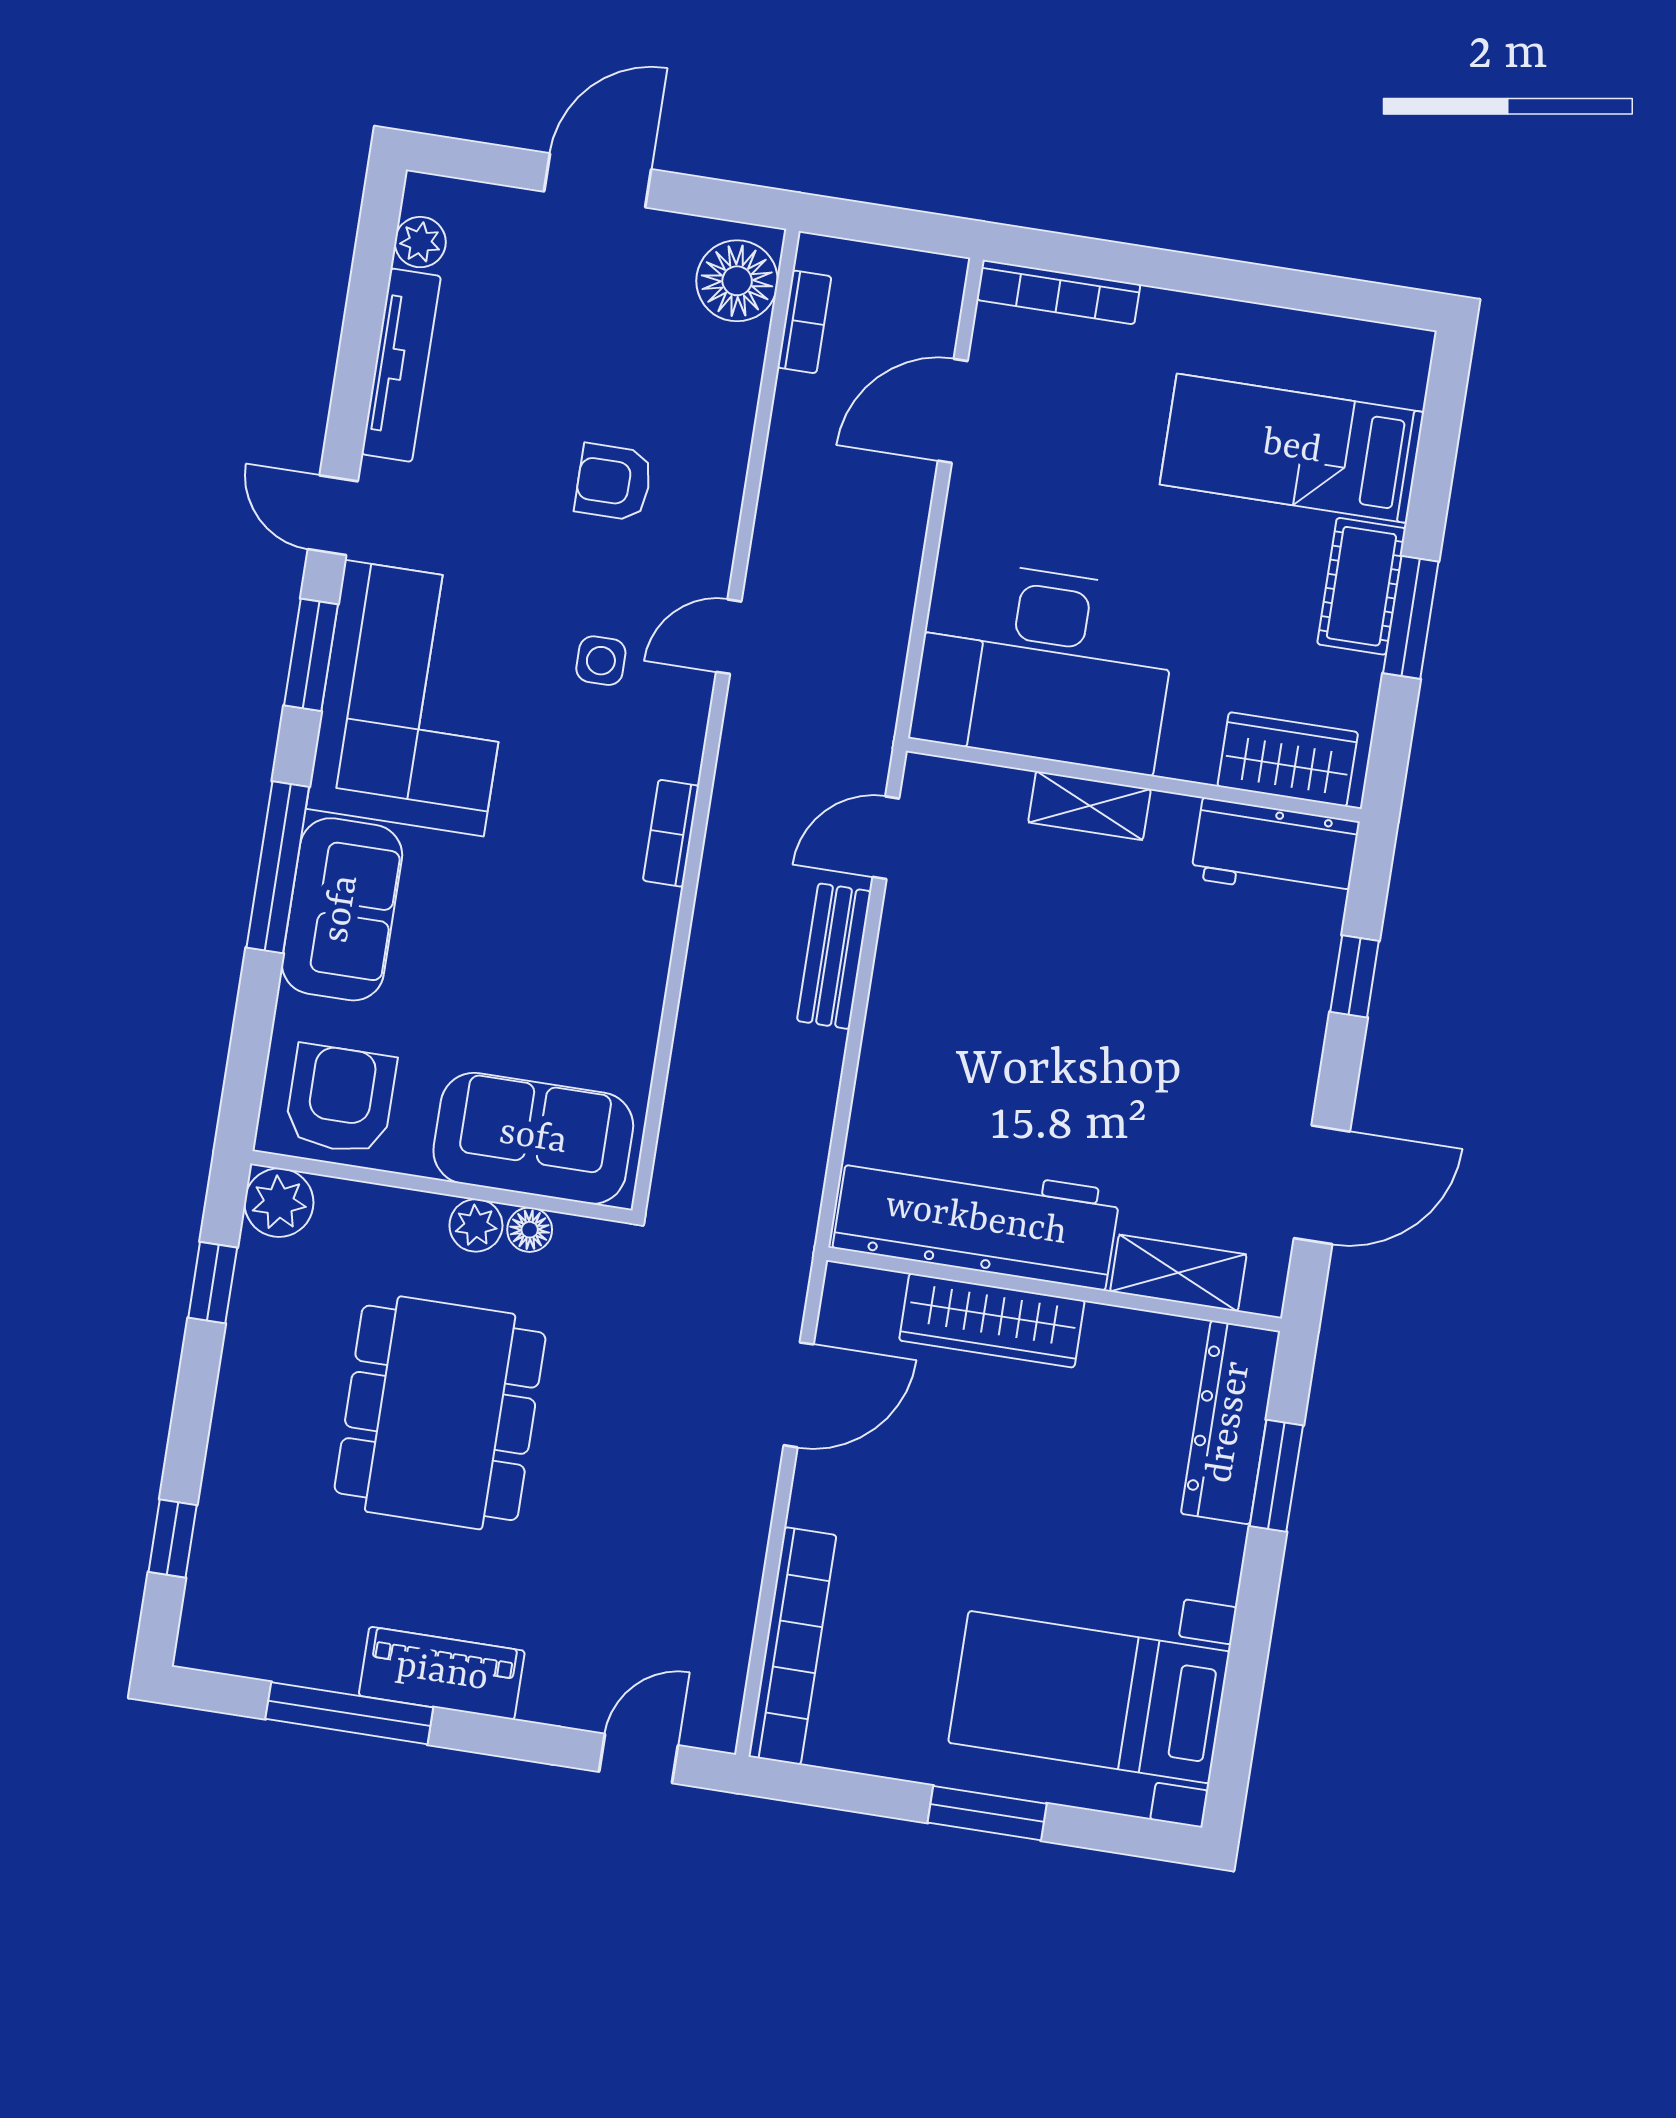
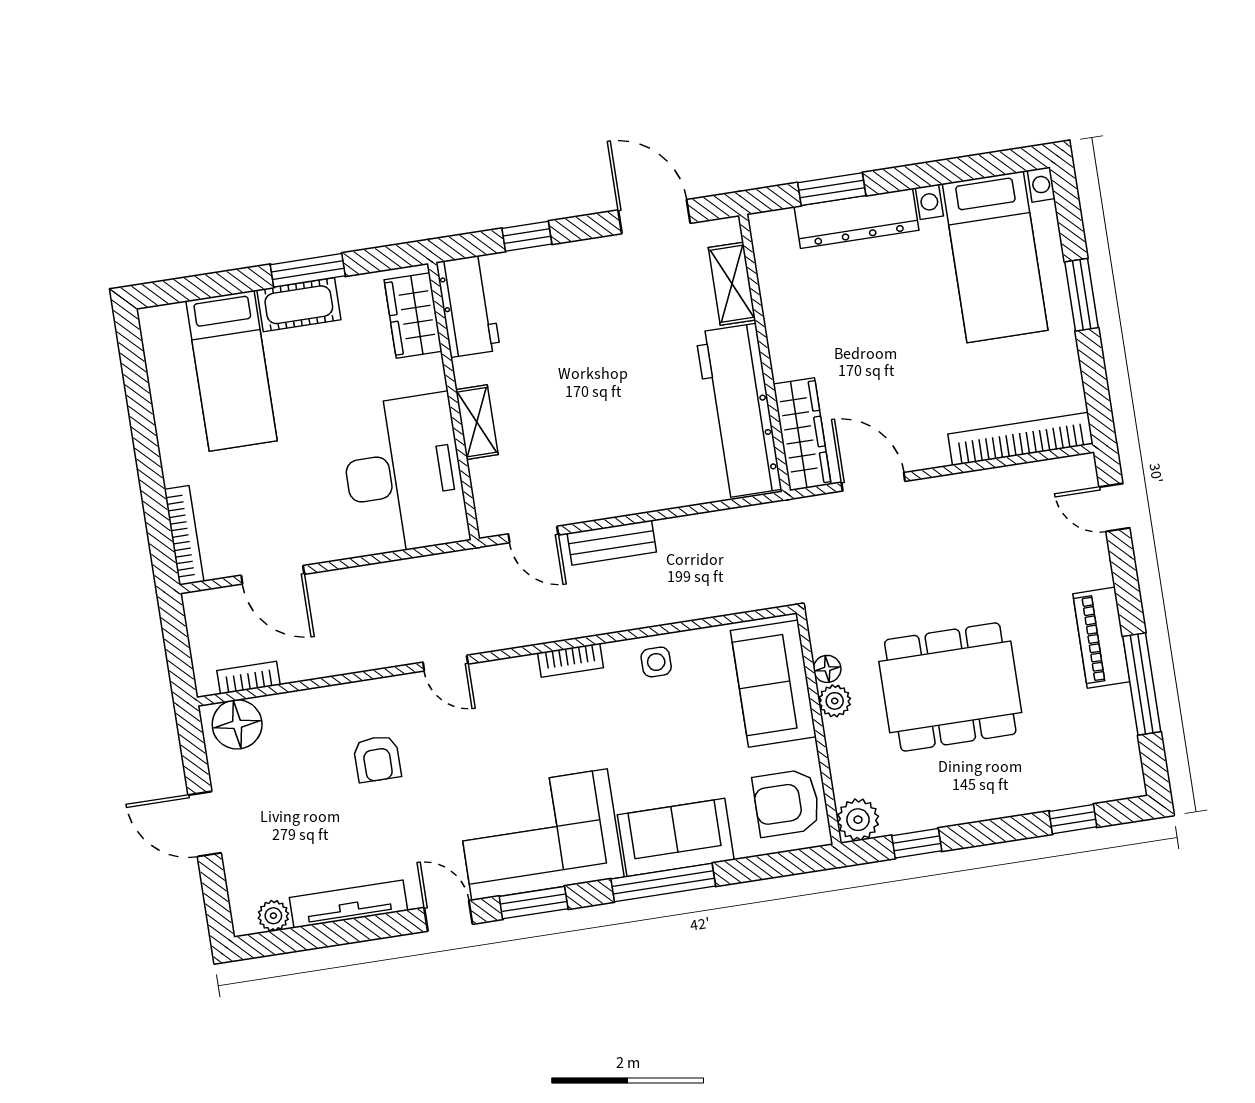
door: (333, 515) -> (448, 916), swing flipped
side table: (601, 661) -> (656, 662), moved
wardrobe: (992, 1320) -> (802, 434), moved
dresser: (1230, 1422) -> (857, 218), moved

